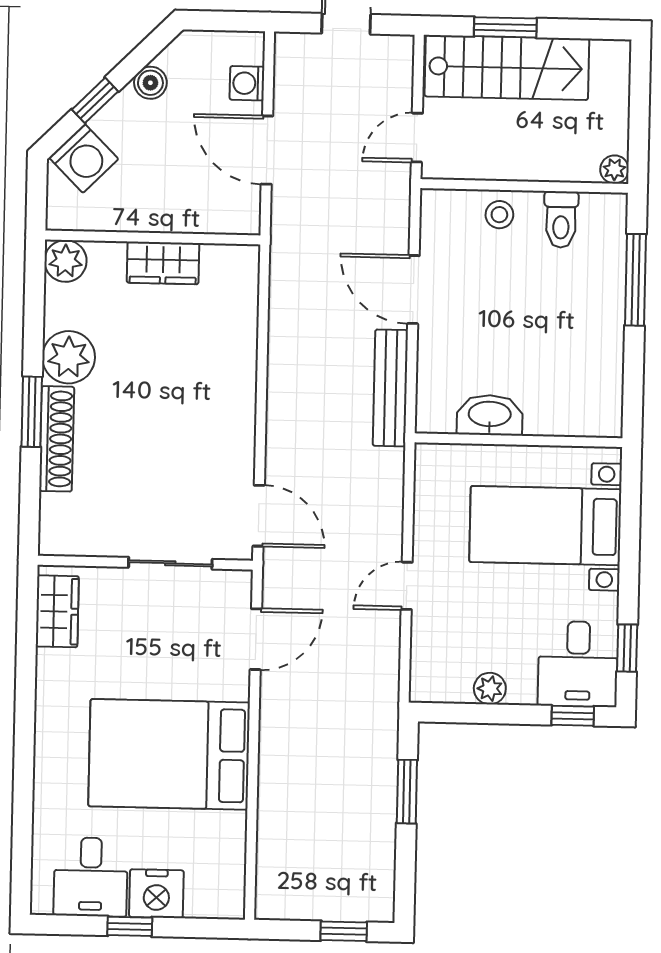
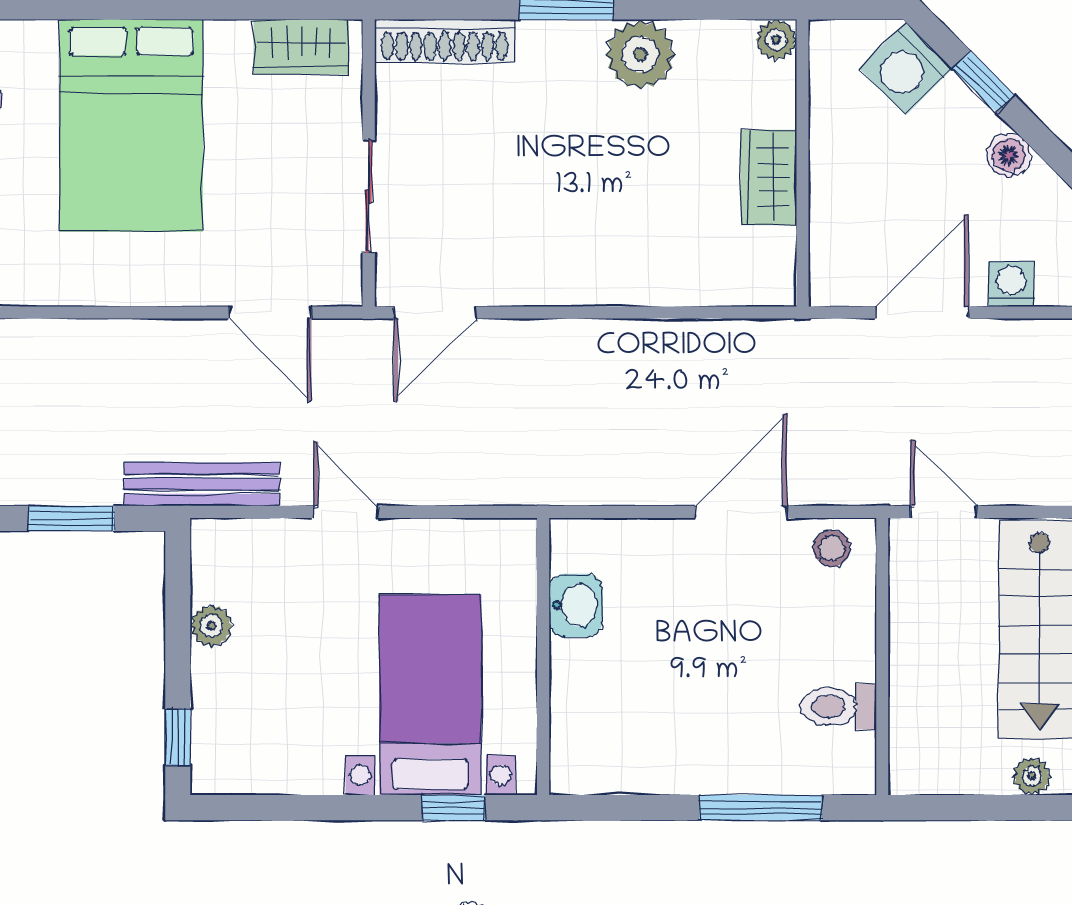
plant: (614, 169) -> (1032, 776), moved
stool: (499, 215) -> (832, 548), moved
plant: (65, 261) -> (776, 40), width x0.73, depth x0.73
bench: (390, 388) -> (202, 484), moved
washbasin: (490, 415) -> (576, 605), width x0.72
shoe rack: (57, 439) -> (445, 41), moved
window: (627, 648) -> (454, 808), moved
desk: (578, 664) -> (247, 743), removed
bed: (169, 754) -> (131, 125), moved, turned 180

